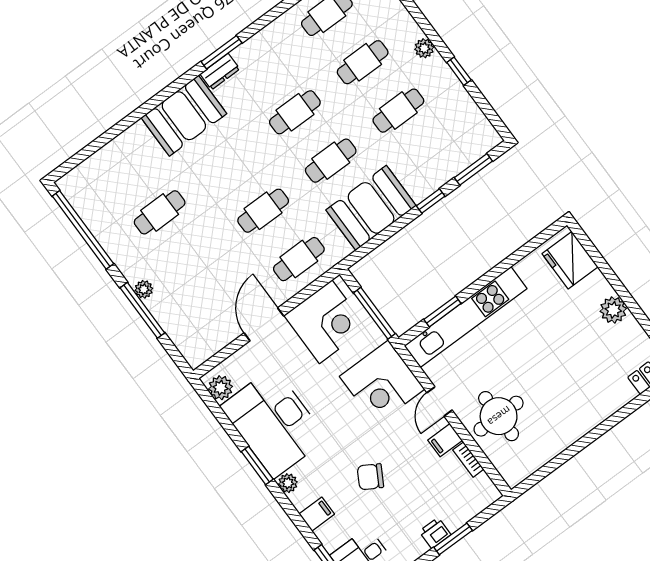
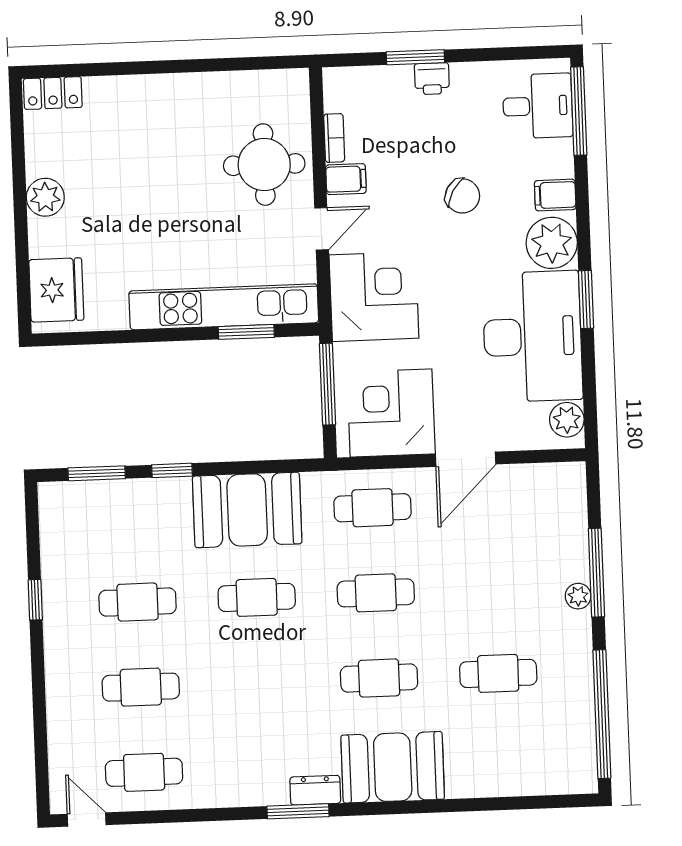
plant: (424, 48) -> (58, 654), removed
cafe table: (295, 112) -> (379, 678), moved
plant: (288, 483) -> (552, 243), width x1.88, depth x1.88

